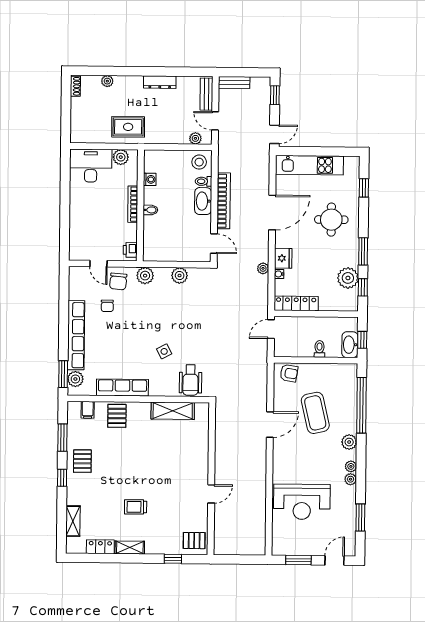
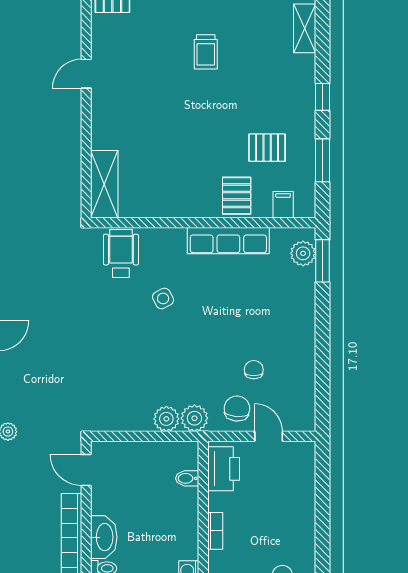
bookcase: (133, 204) -> (215, 531), width x0.64
bidet: (150, 210) -> (187, 478), moved
printer: (130, 250) -> (224, 469), width x1.87, depth x1.48
plant: (180, 276) -> (166, 419), moved
row of seats: (76, 335) -> (303, 323), removed
shelving: (173, 411) -> (104, 184), moved, turned 90
pallet: (82, 461) -> (267, 148), moved, turned 90
trolley: (136, 507) -> (206, 52), turned 90

